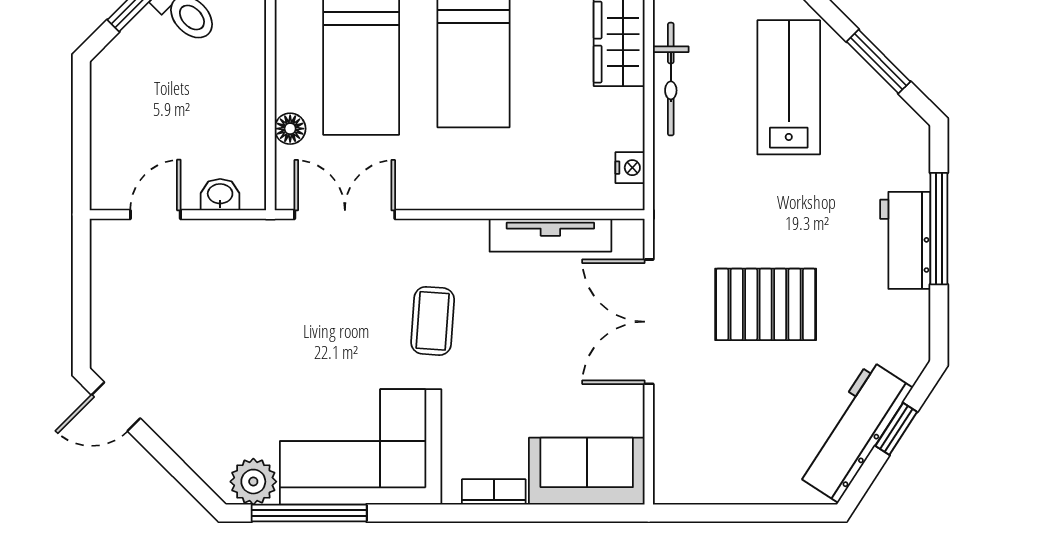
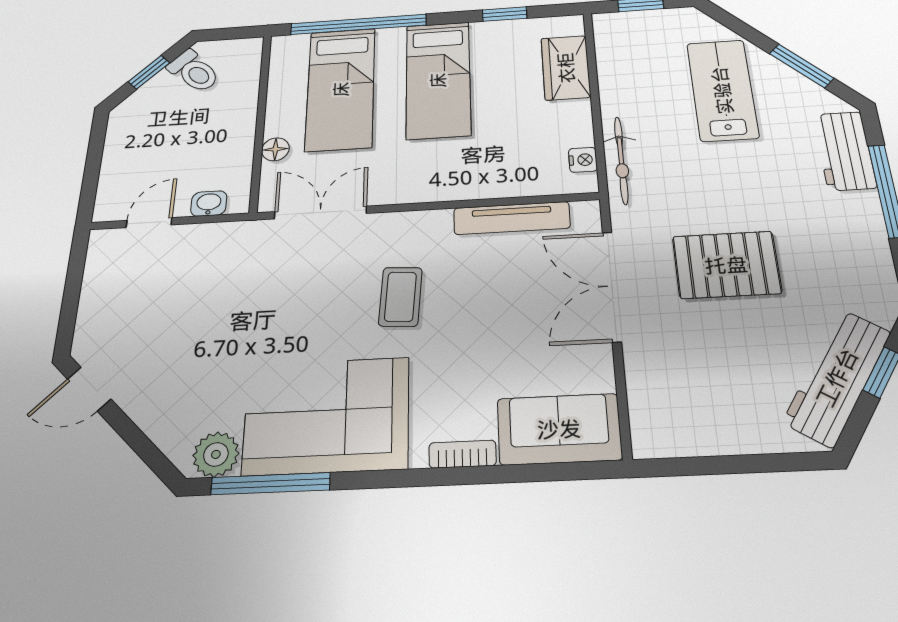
bicycle: (671, 79) -> (621, 160), moved
workbench: (905, 240) -> (844, 151), moved

